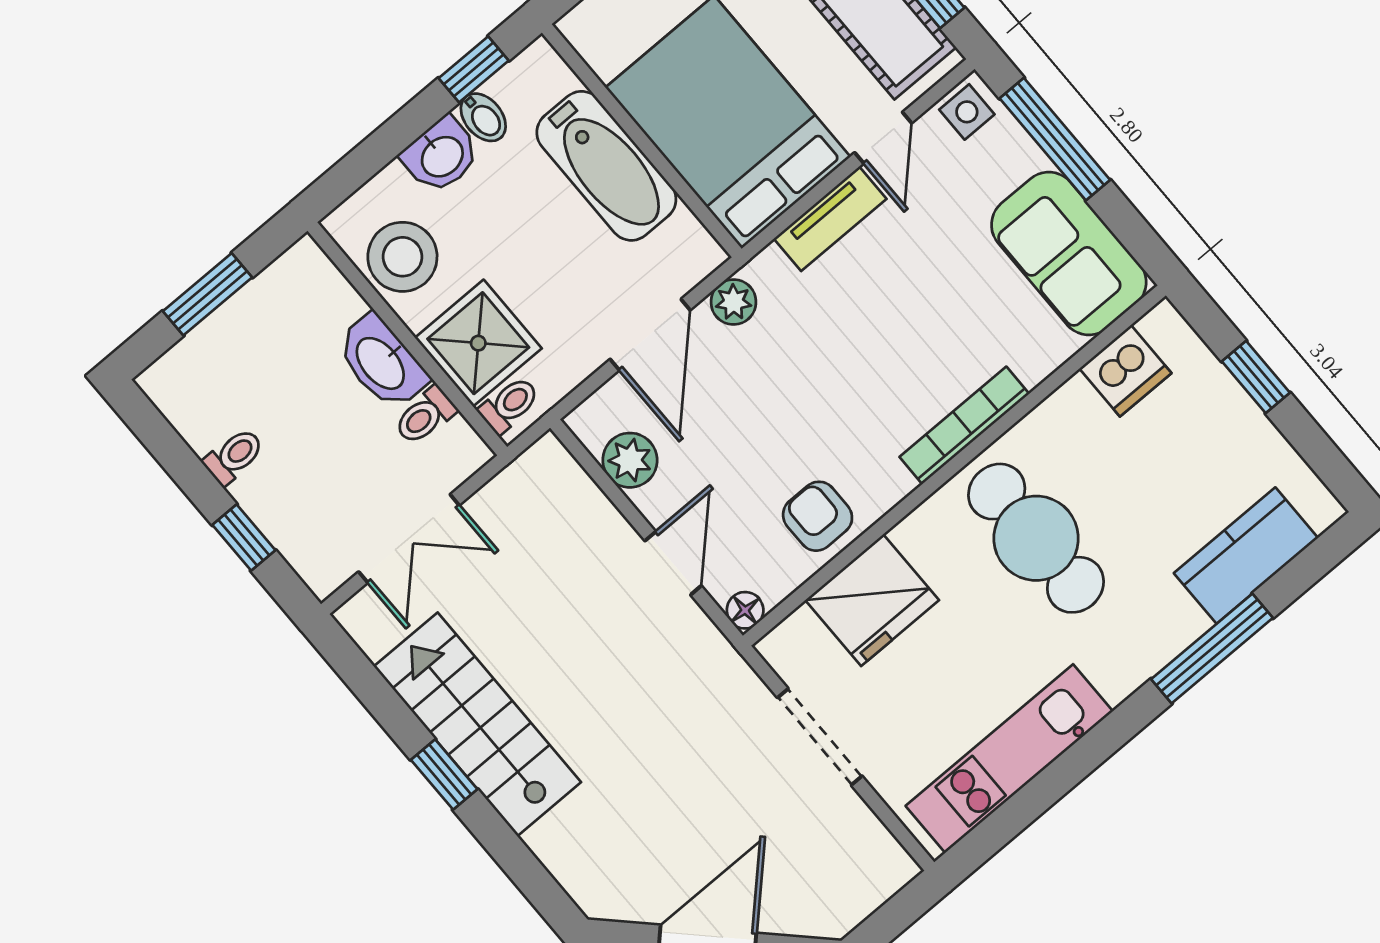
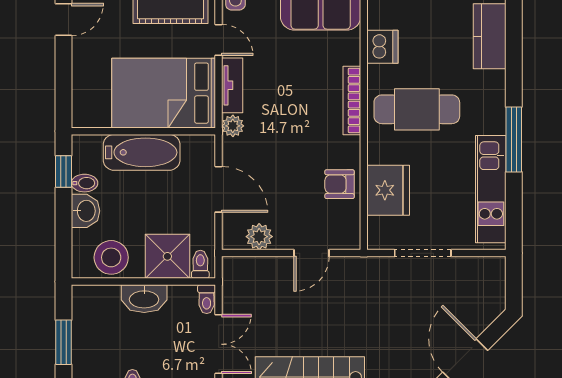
plant: (734, 302) -> (233, 126), moved
dishwasher: (1125, 371) -> (382, 47), moved
toilet: (425, 416) -> (207, 299), moved
door: (673, 563) -> (311, 253), swing flipped
floor lamp: (745, 610) -> (352, 241), removed
window: (1212, 649) -> (514, 139), moved

